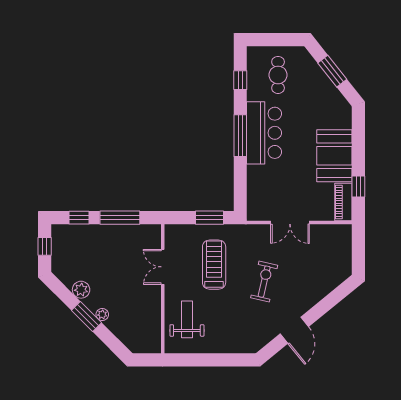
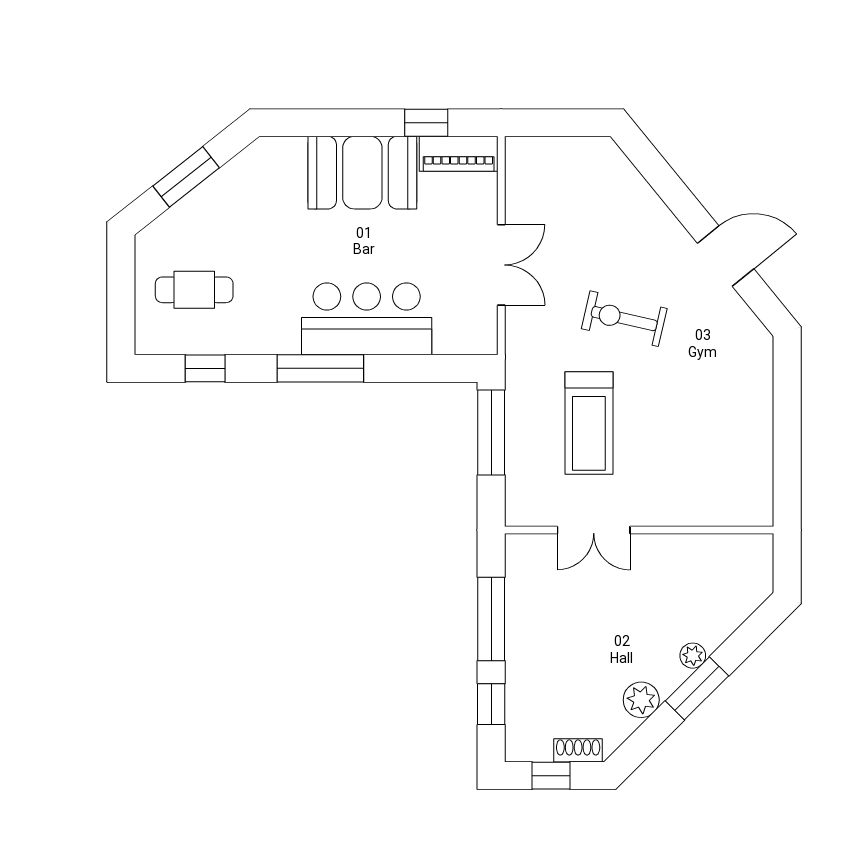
bar counter: (264, 133) -> (367, 319), moved
window: (209, 218) -> (491, 433), width x1.44
shoe rack: (57, 259) -> (578, 750), added
treadmill: (214, 265) -> (589, 423), turned -90
weight bench: (187, 319) -> (703, 479), removed

